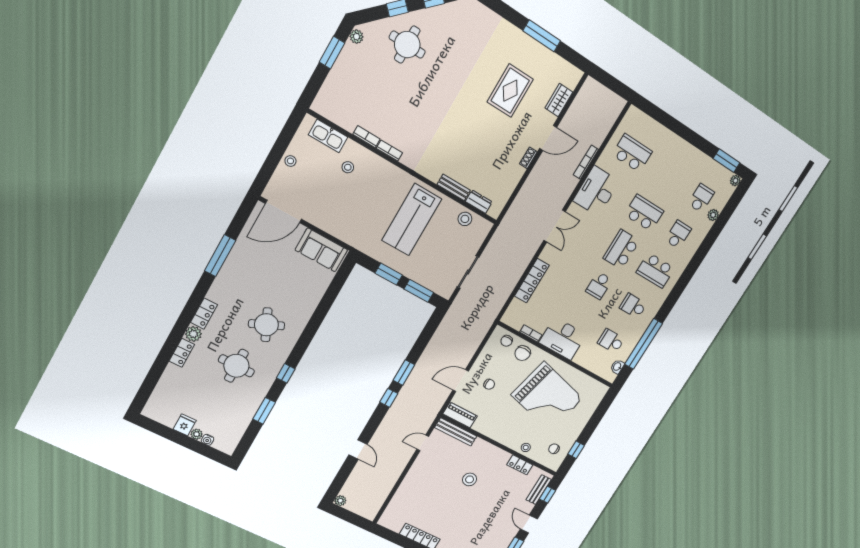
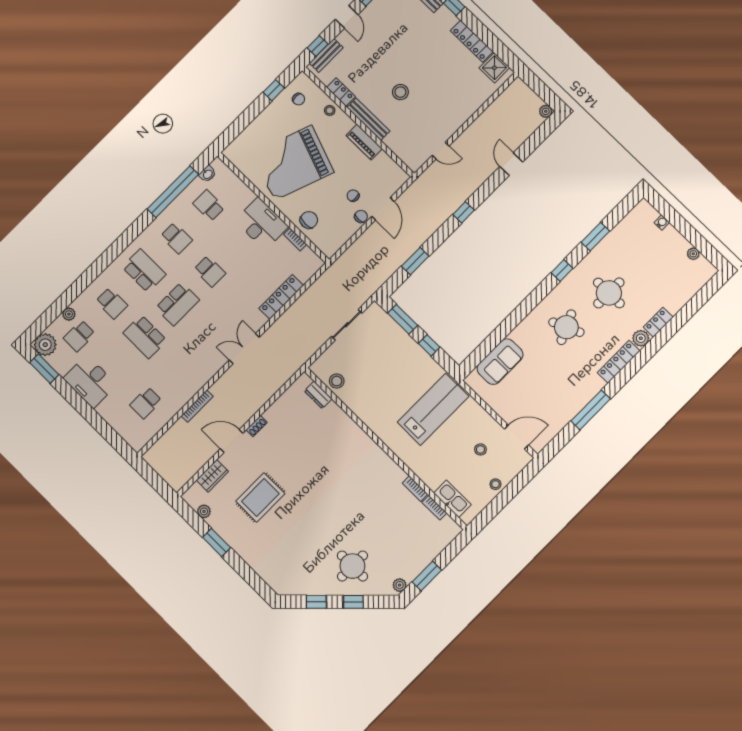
window: (542, 36) -> (217, 542), width x0.69
plant: (560, 64) -> (204, 511), added
bookcase: (389, 151) -> (434, 508), moved
school desk: (632, 153) -> (146, 403), width x0.54
stool: (348, 167) -> (480, 449), moved
plant: (735, 181) -> (45, 345), width x1.88, depth x1.88
bench: (454, 187) -> (340, 416), removed
desk: (596, 191) -> (90, 381), moved, turned 90
door: (283, 211) -> (516, 437), width x0.73
lab bench: (412, 220) -> (433, 409), moved
school desk: (678, 234) -> (112, 303), turned -90
sofa: (321, 250) -> (500, 362), moved, turned 90
window: (389, 274) -> (429, 345), width x0.67
school desk: (599, 286) -> (210, 271), turned 90
locker: (204, 314) -> (619, 362), width x1.53
chair: (507, 341) -> (361, 216), moved
school desk: (611, 341) -> (209, 206), turned 180
window: (404, 373) -> (415, 261), moved
door: (461, 381) -> (383, 209), hinge flipped
grand piano: (547, 397) -> (293, 163), turned -84
piano: (460, 415) -> (364, 142), moved
fridge: (185, 425) -> (679, 245), removed
bench: (456, 432) -> (368, 119), moved
plant: (197, 434) -> (693, 254), moved
shower: (395, 522) -> (494, 68), added

